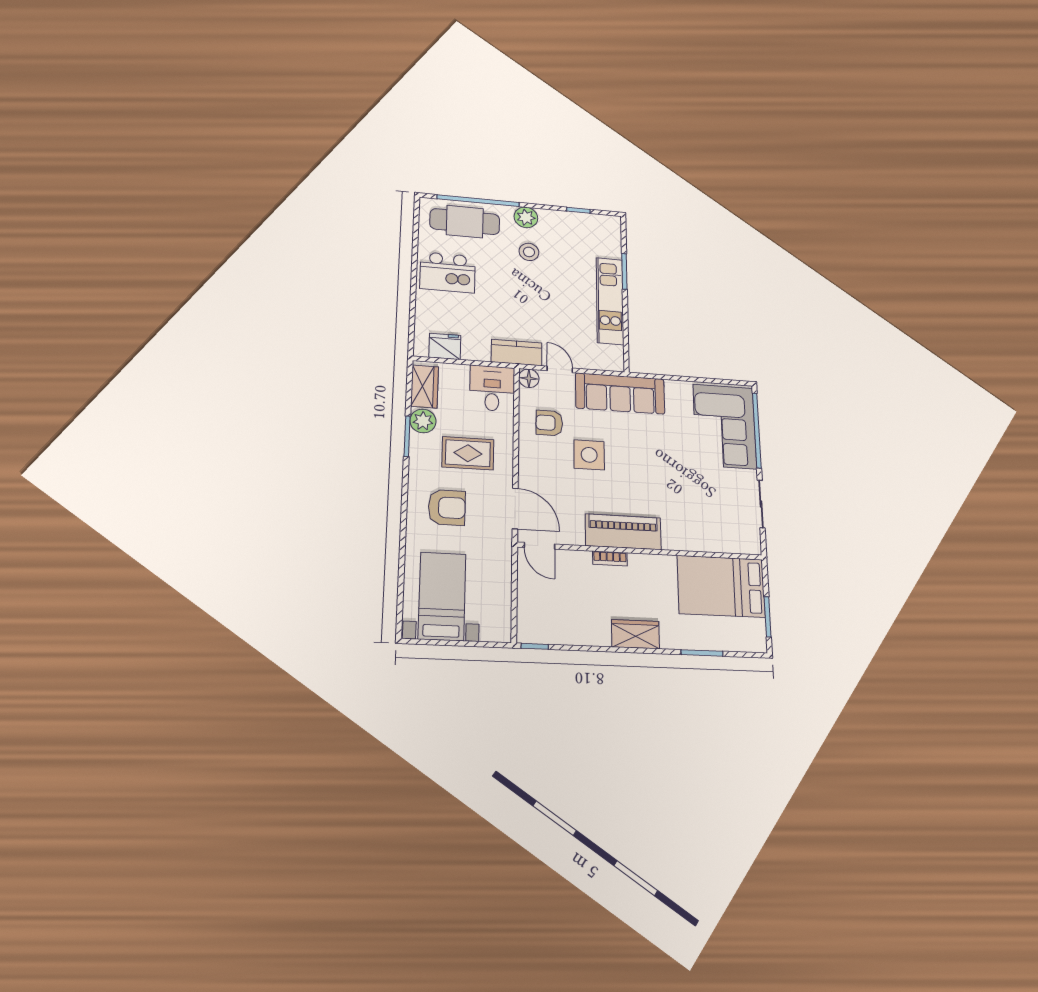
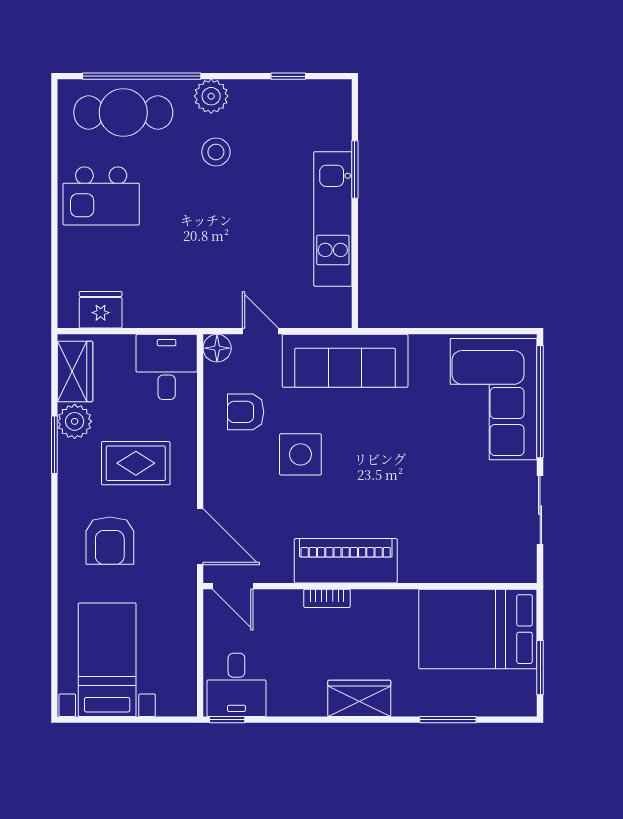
kitchen counter: (517, 352) -> (200, 311), removed
armchair: (447, 508) -> (110, 541), turned 90
desk: (542, 620) -> (236, 685), added

